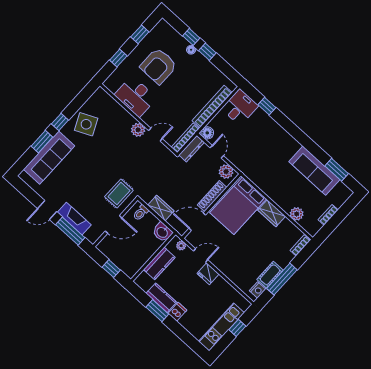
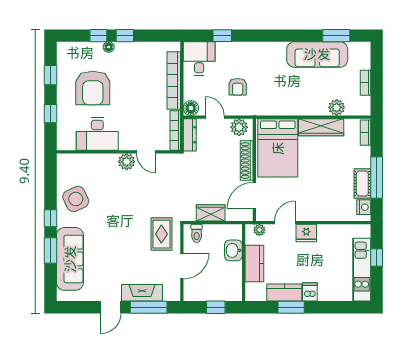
door: (155, 135) -> (146, 152), swing flipped
armchair: (248, 146) -> (238, 87), added
wardrobe: (272, 213) -> (321, 127), width x1.50
washbasin: (162, 232) -> (233, 250), moved, turned 90

